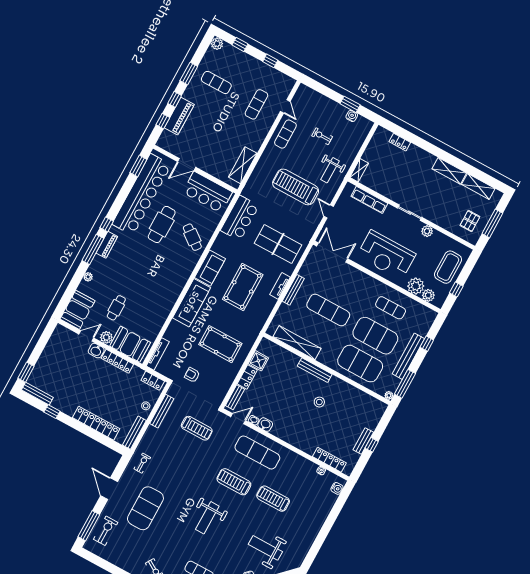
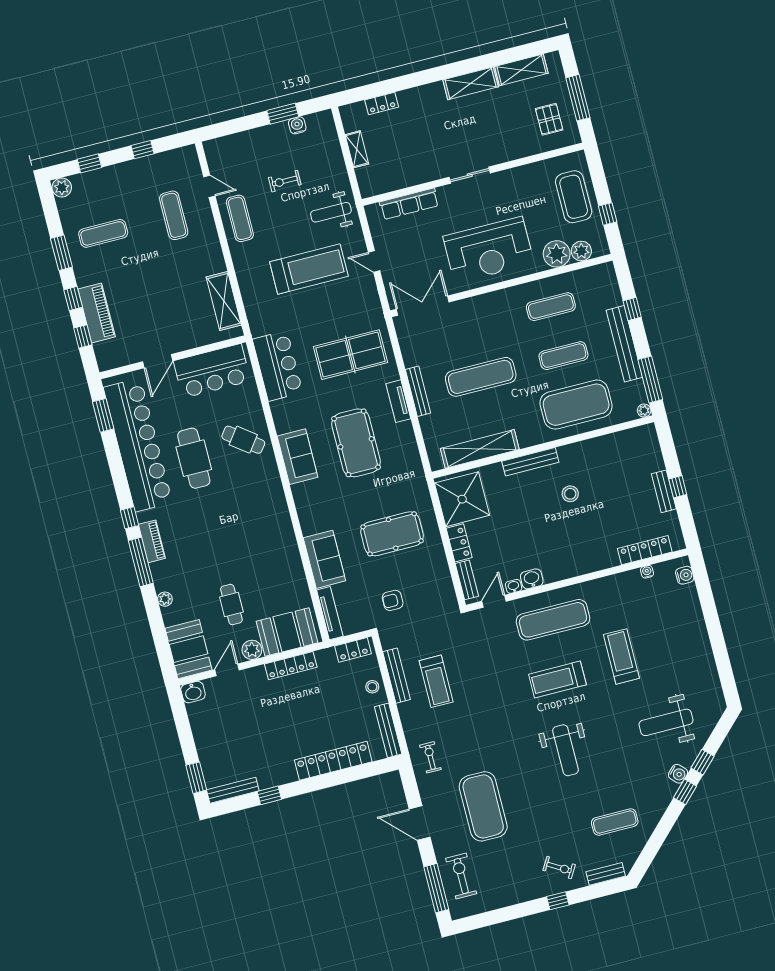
weight bench: (330, 170) -> (331, 212), turned 90
shelving: (359, 170) -> (357, 149), moved
treadmill: (296, 187) -> (309, 269), turned 180
plant: (427, 231) -> (510, 178), removed
sofa: (192, 303) -> (324, 559), moved, width x0.73
exercise mat: (375, 336) -> (563, 356), width x0.50, depth x0.69
washbasin: (96, 351) -> (193, 692), moved
shower: (258, 361) -> (462, 499), width x1.86, depth x1.86
treadmill: (197, 428) -> (436, 681), moved, turned 90
treadmill: (273, 499) -> (621, 656), turned 90

